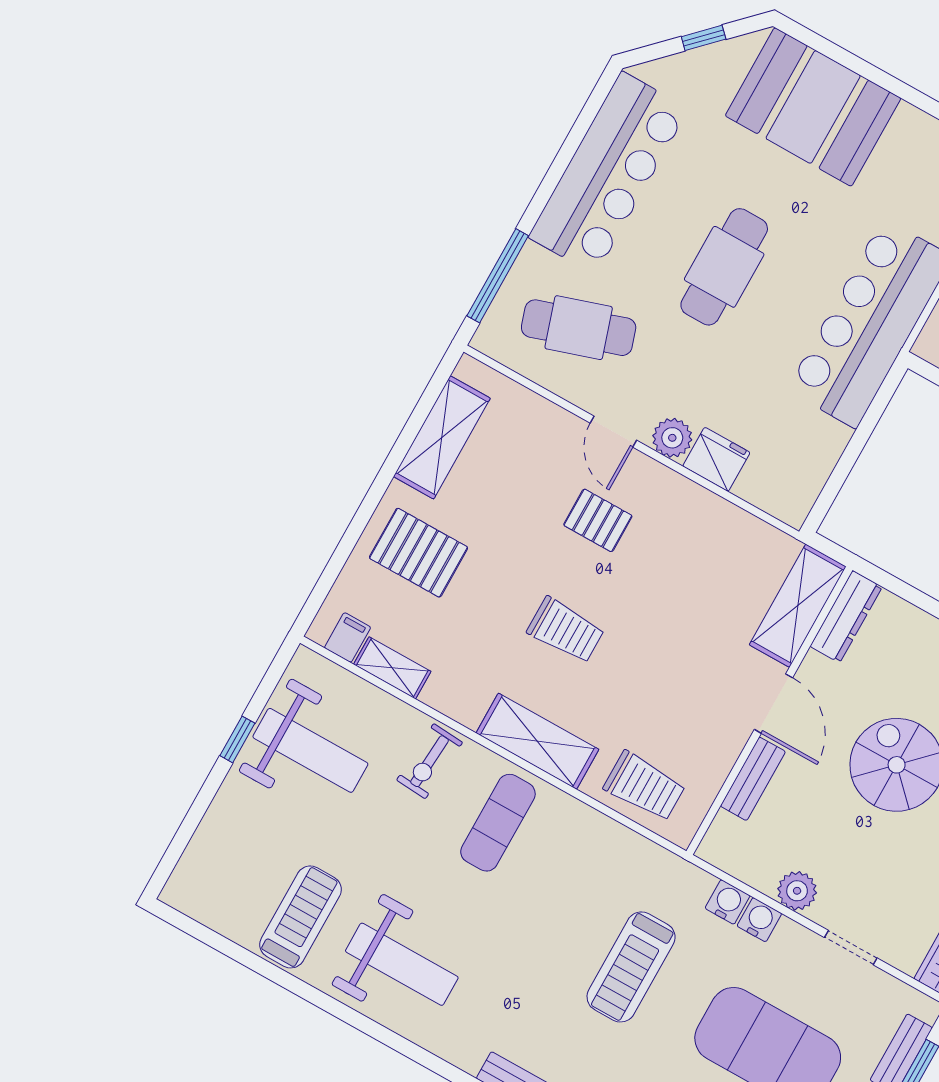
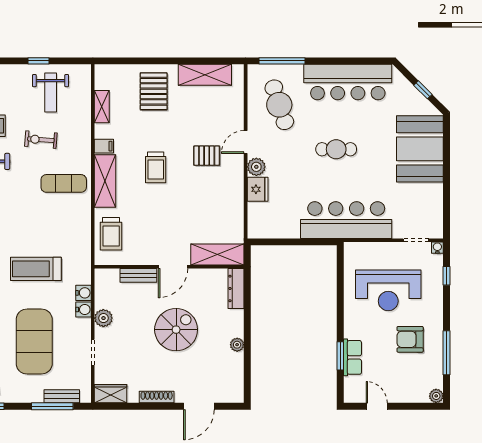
cafe table: (724, 267) -> (336, 149), width x0.73, depth x0.74
pallet: (598, 520) -> (207, 156), turned 90
dresser: (846, 617) -> (236, 288), moved, turned 90
filing cabinet: (348, 637) -> (104, 146), moved
weight bench: (310, 750) -> (51, 92), width x0.73, depth x0.75
exercise bike: (430, 761) -> (41, 140), moved

